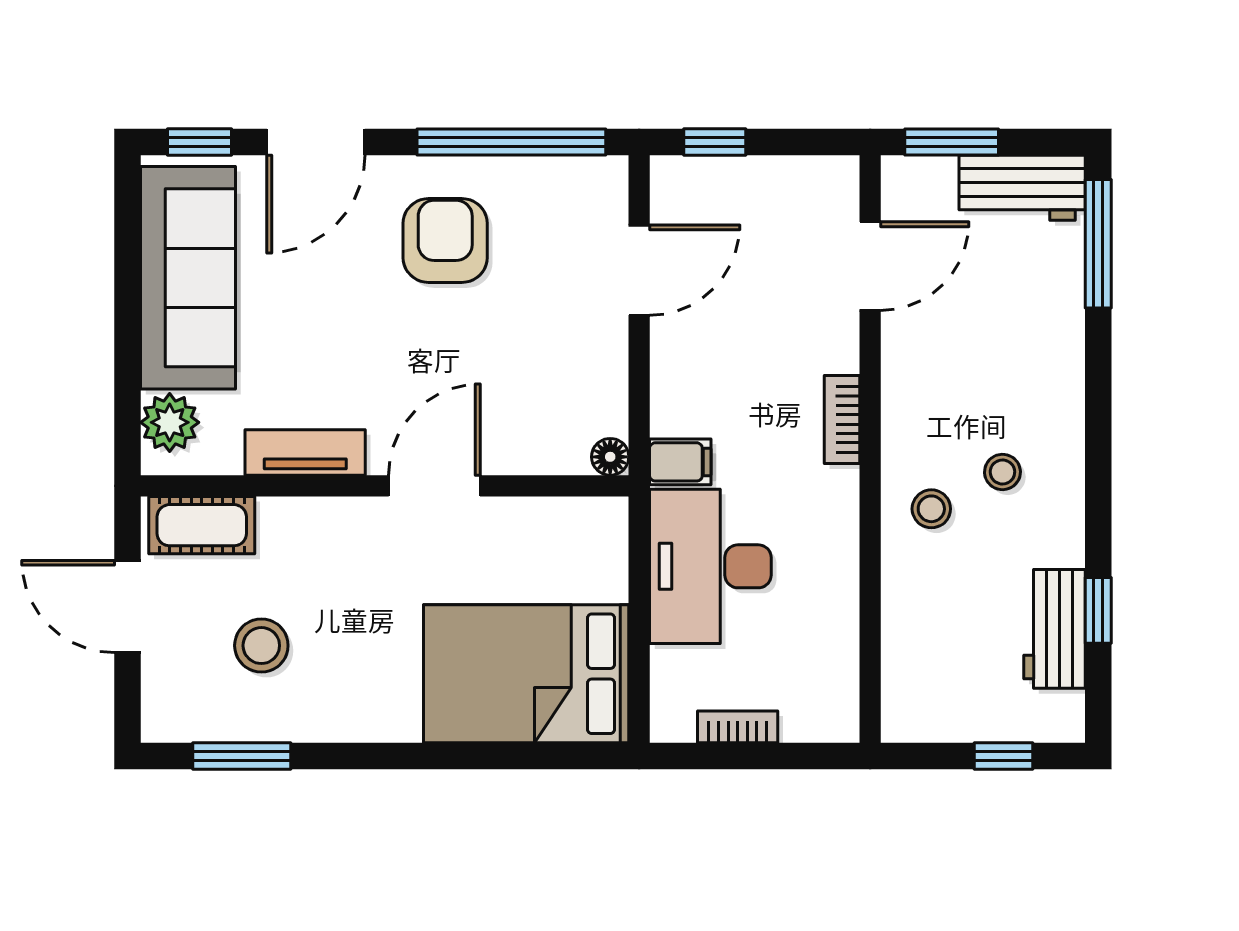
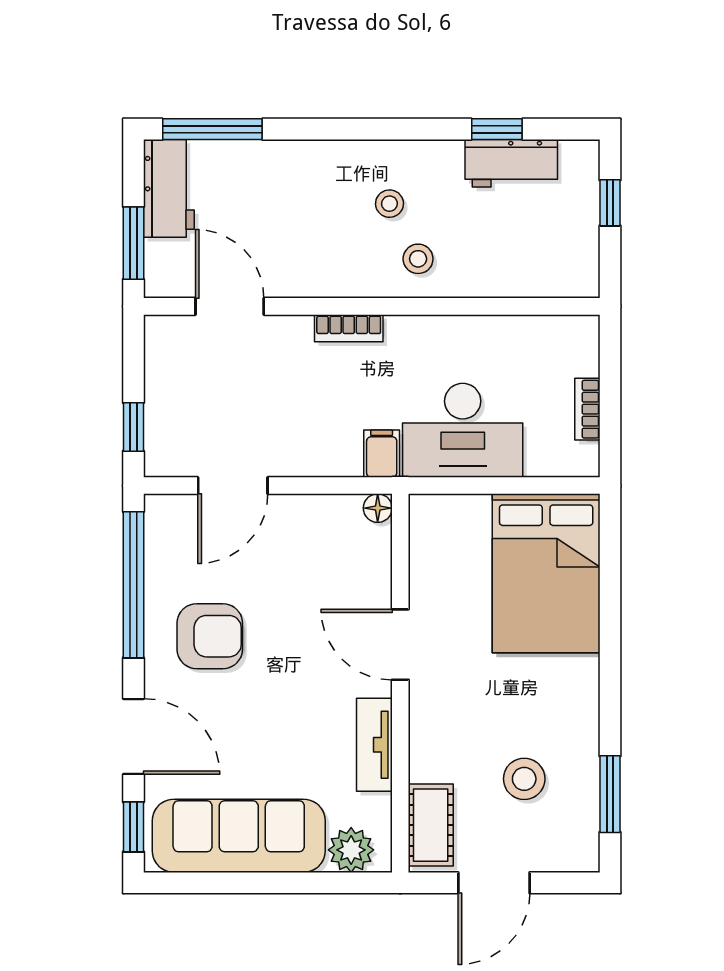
armchair: (445, 241) -> (210, 636), turned 180
door: (639, 270) -> (233, 486), swing flipped

